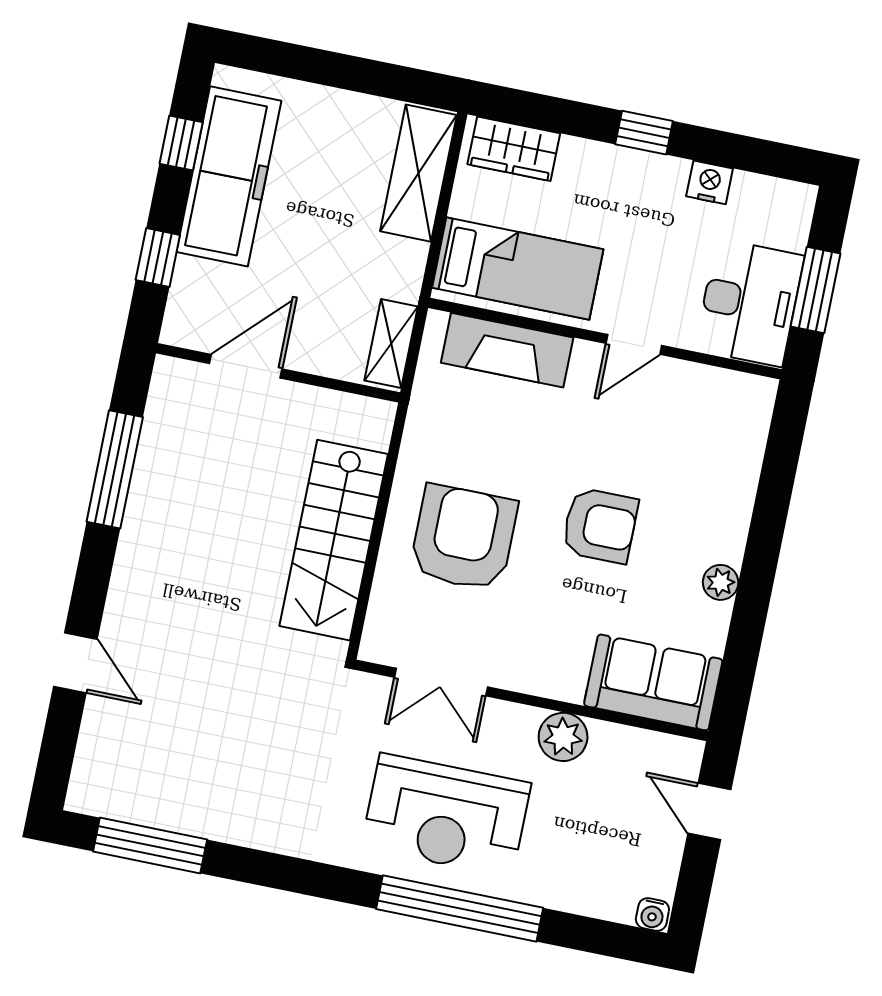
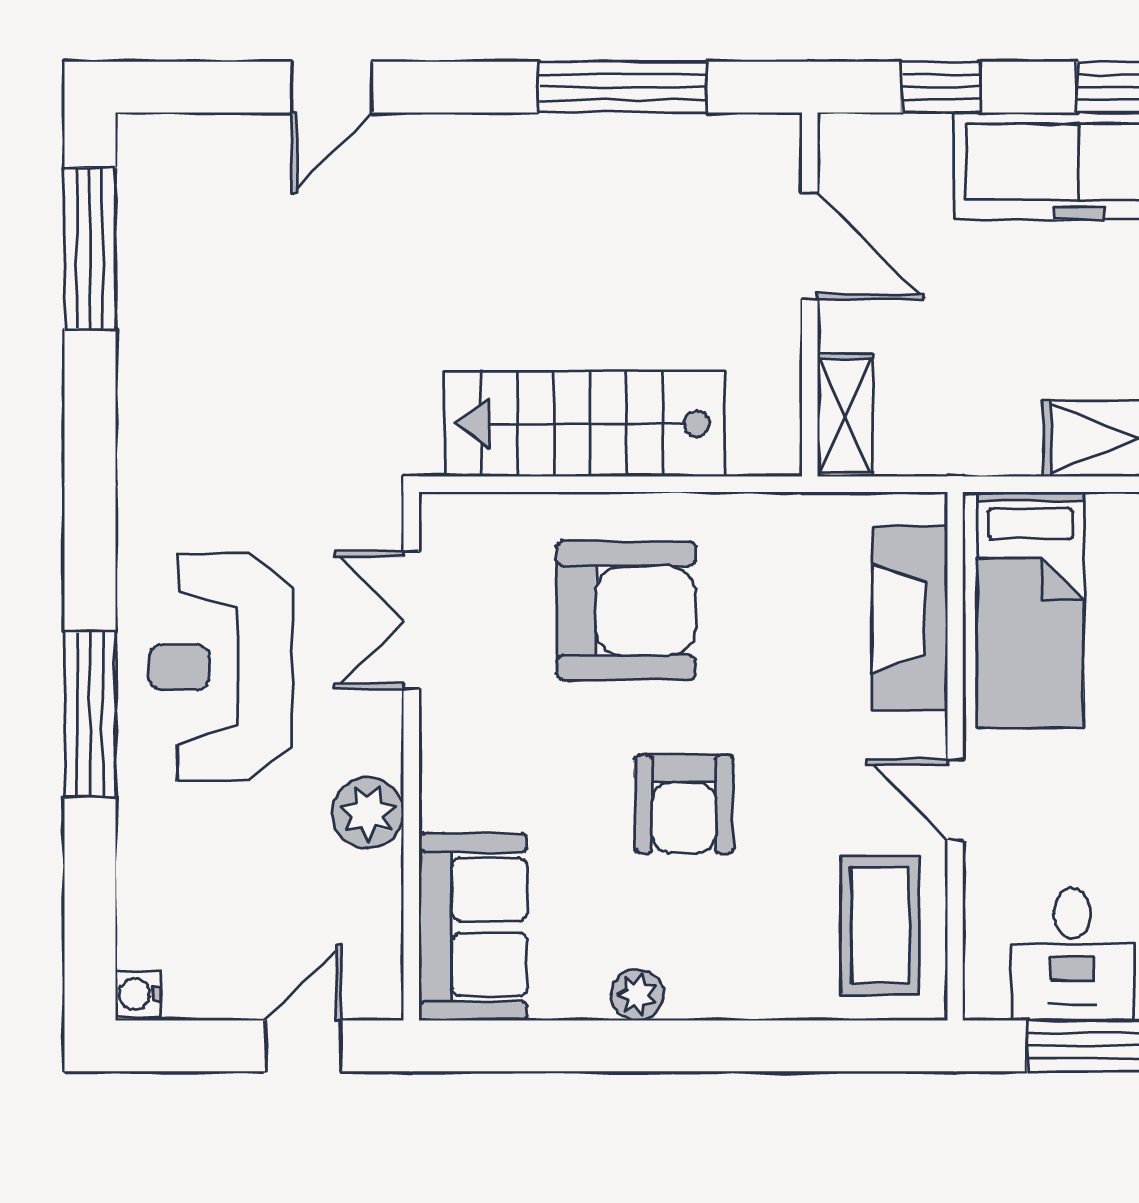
desk: (750, 303) -> (1072, 954), width x0.73
shelving: (391, 343) -> (845, 415), moved, turned 90
coffee table: (707, 411) -> (880, 925), added
window: (460, 908) -> (90, 714), width x0.68

